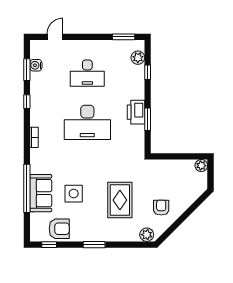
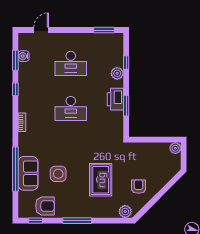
plant: (138, 58) -> (117, 73), moved
desk: (87, 122) -> (71, 108), width x0.73, depth x0.77
window: (94, 245) -> (77, 221), width x1.44

